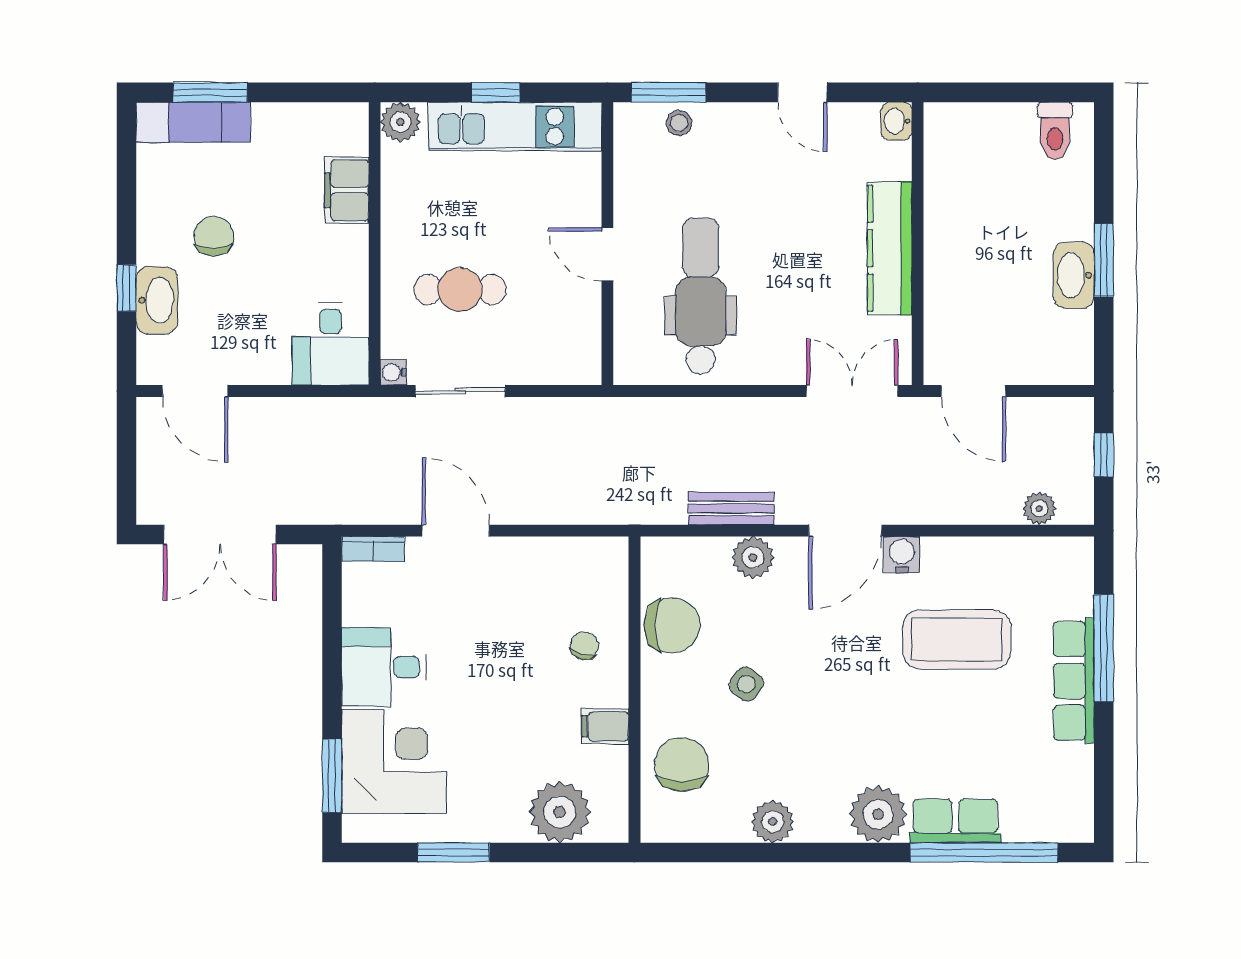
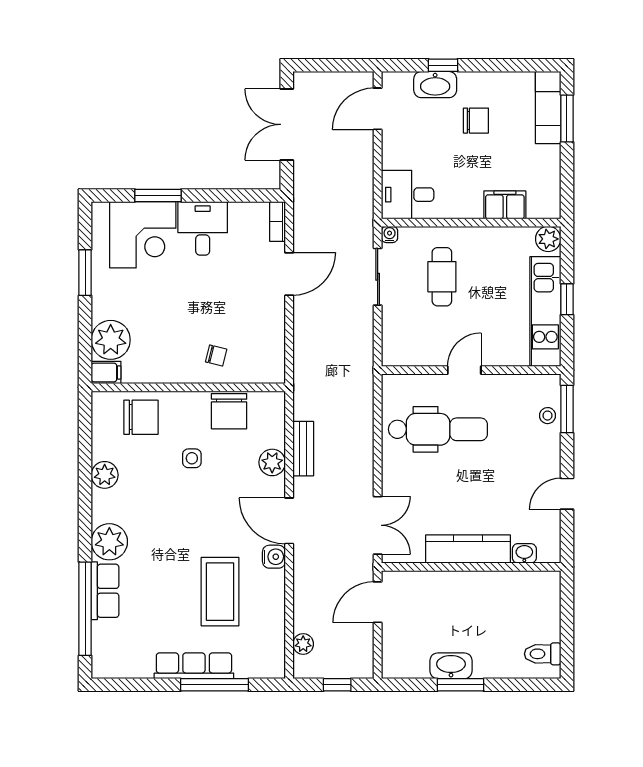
washbasin: (896, 121) -> (524, 553), moved
side table: (746, 684) -> (192, 458), turned -37
filing cabinet: (605, 726) -> (106, 373), moved, turned 90
window: (332, 776) -> (158, 196), moved

